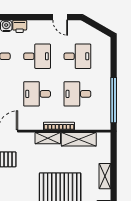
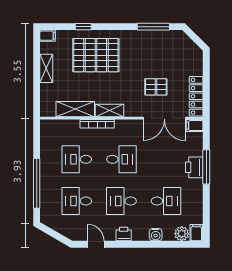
printer: (20, 26) -> (124, 234), moved
desk: (77, 94) -> (77, 159), turned 180
window: (114, 100) -> (37, 183), moved

